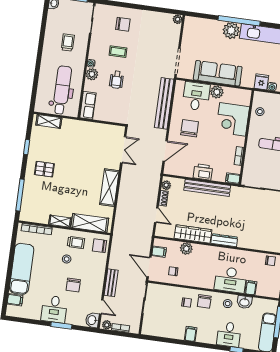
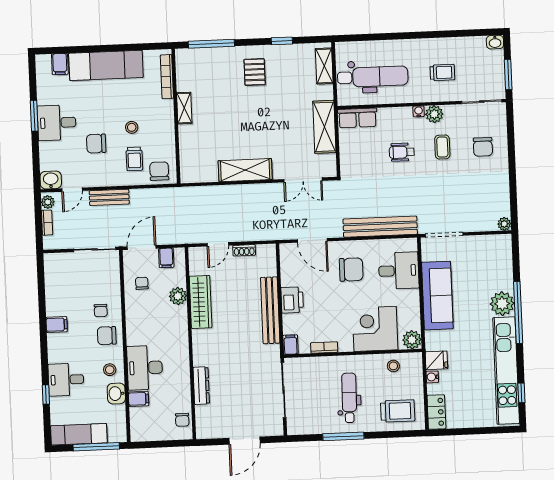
plant: (92, 74) -> (434, 114), moved
plant: (217, 92) -> (412, 340), moved
plant: (166, 185) -> (263, 251), removed
shelving: (90, 223) -> (324, 127), moved
dresser: (224, 240) -> (201, 386), moved
trolley: (76, 242) -> (134, 159), moved
window: (61, 325) -> (34, 116), moved

